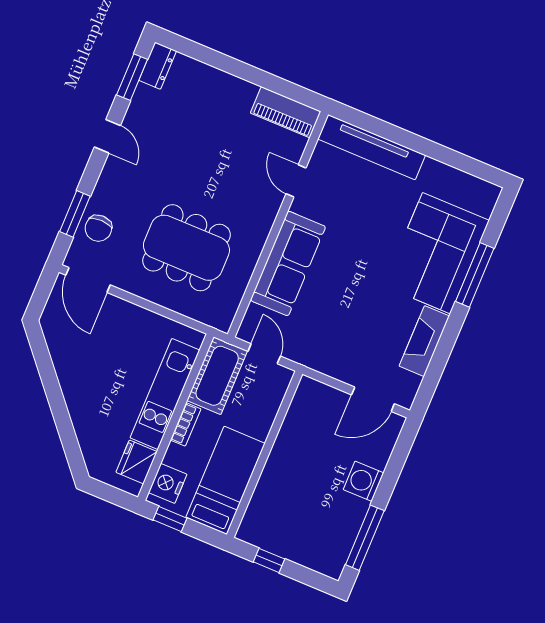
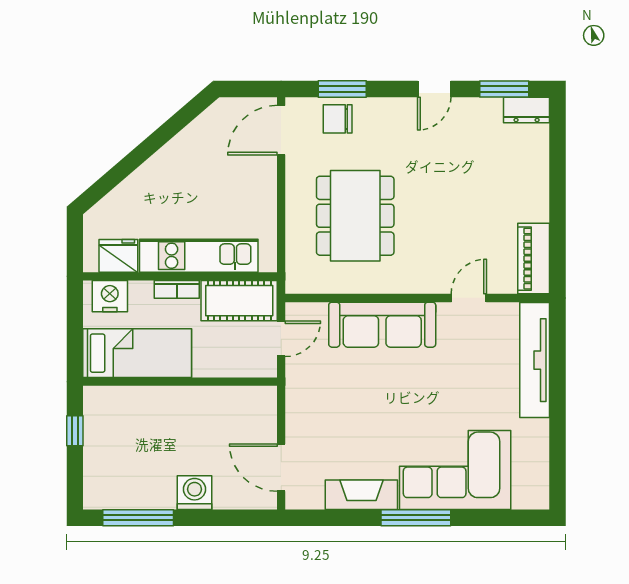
window: (475, 275) -> (416, 518), moved
window: (170, 519) -> (75, 314), removed

